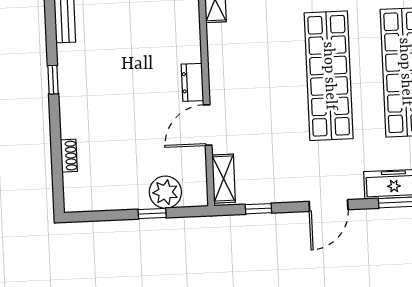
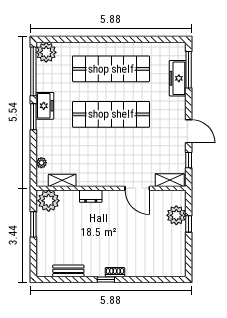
dresser: (192, 82) -> (91, 196), moved
shoe rack: (69, 156) -> (115, 272), moved
door: (329, 205) -> (189, 131), moved

